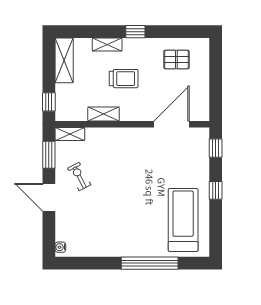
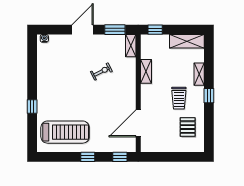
trolley: (124, 79) -> (179, 98), moved
door: (172, 124) -> (138, 123), swing flipped
exercise bike: (79, 176) -> (101, 71), moved
window: (150, 263) -> (32, 107), width x0.32

